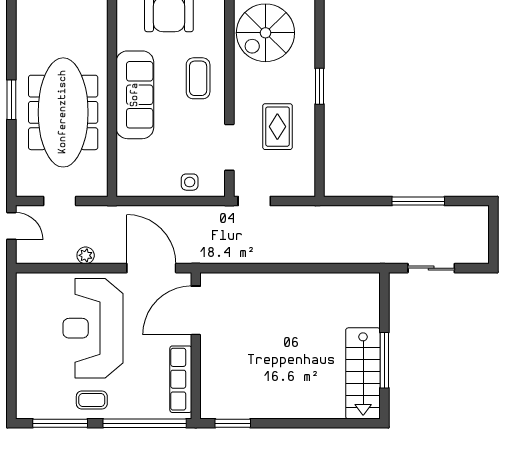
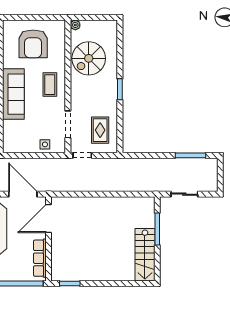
rug: (277, 127) -> (100, 130), moved
window: (418, 201) -> (190, 155), moved
window: (384, 360) -> (157, 229), moved

